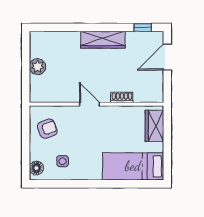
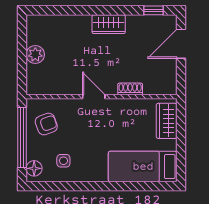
wardrobe: (103, 40) -> (109, 24), width x0.67
window: (26, 141) -> (22, 138), added

